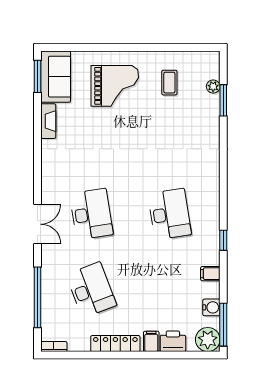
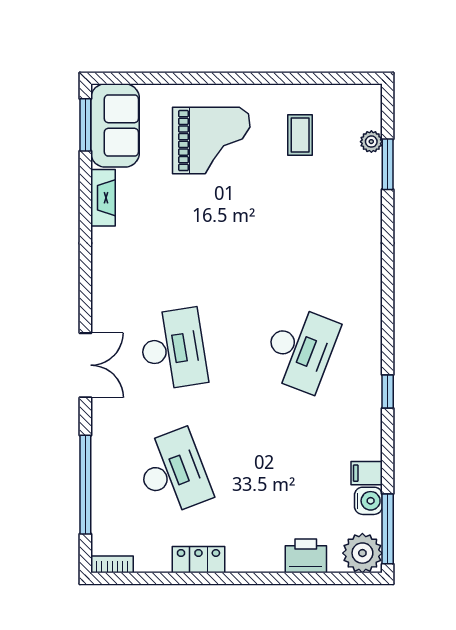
desk: (169, 214) -> (300, 349), turned 30
filing cabinet: (210, 274) -> (367, 473), moved
filing cabinet: (151, 341) -> (271, 556), removed
locker: (115, 344) -> (198, 560), width x0.66

